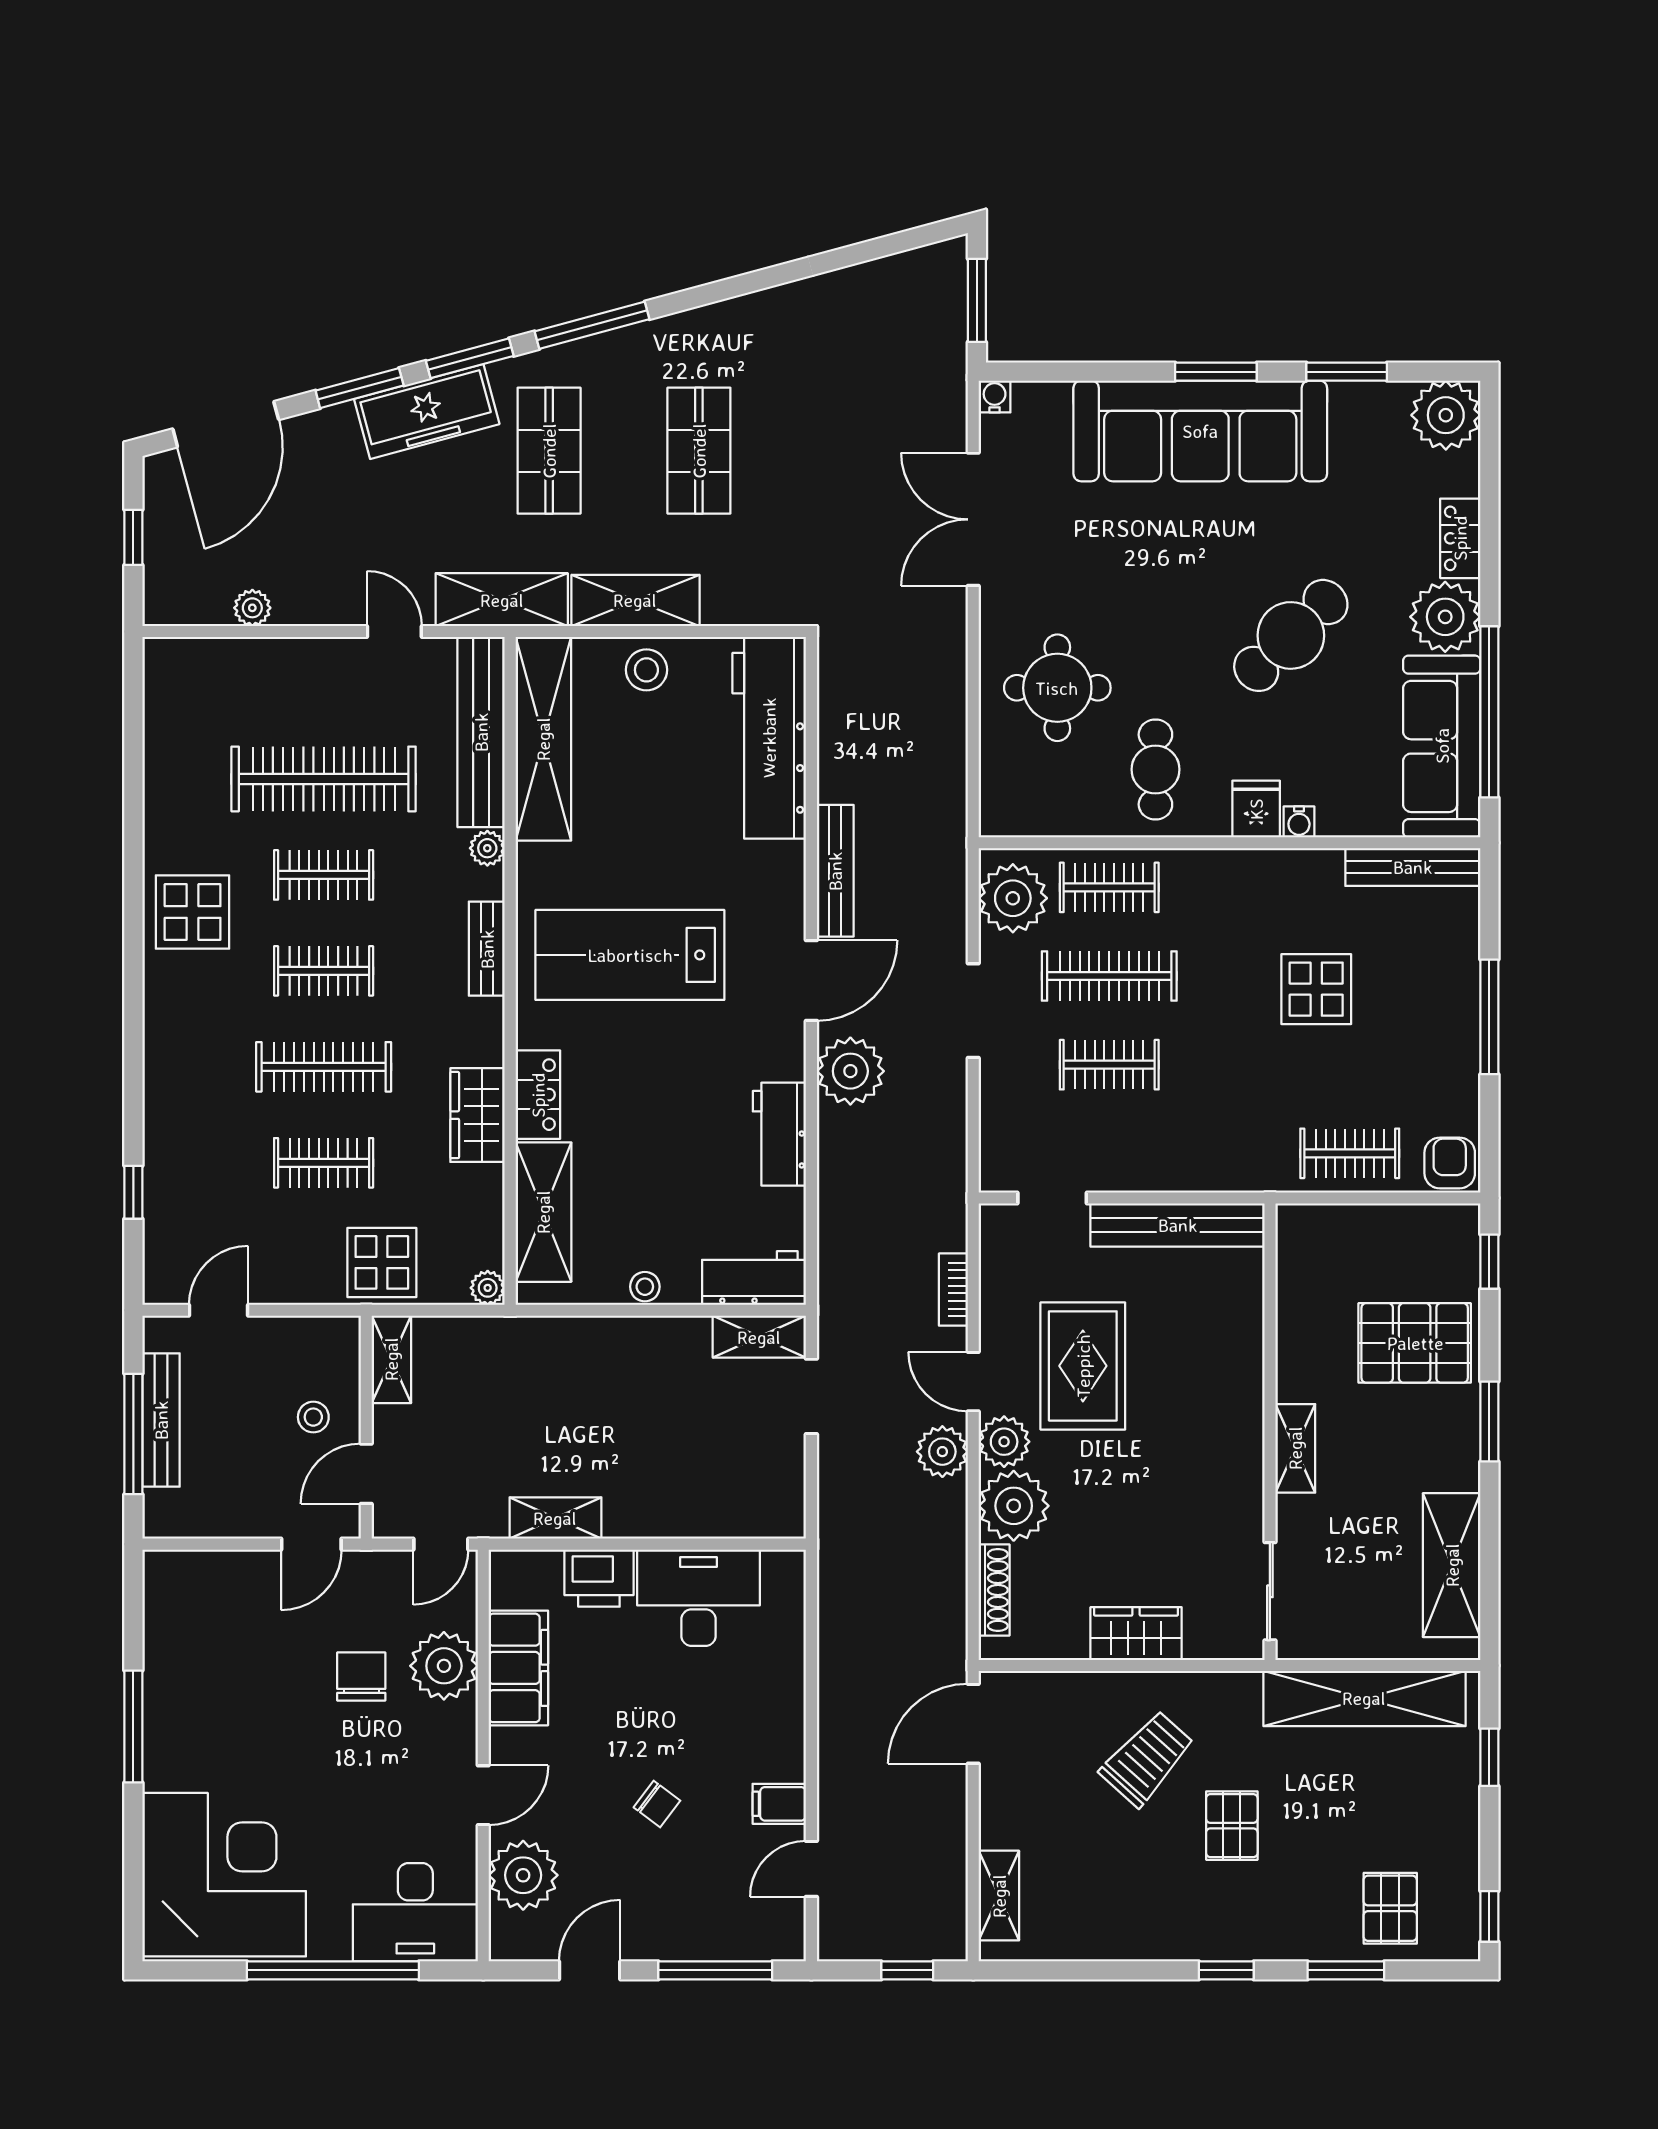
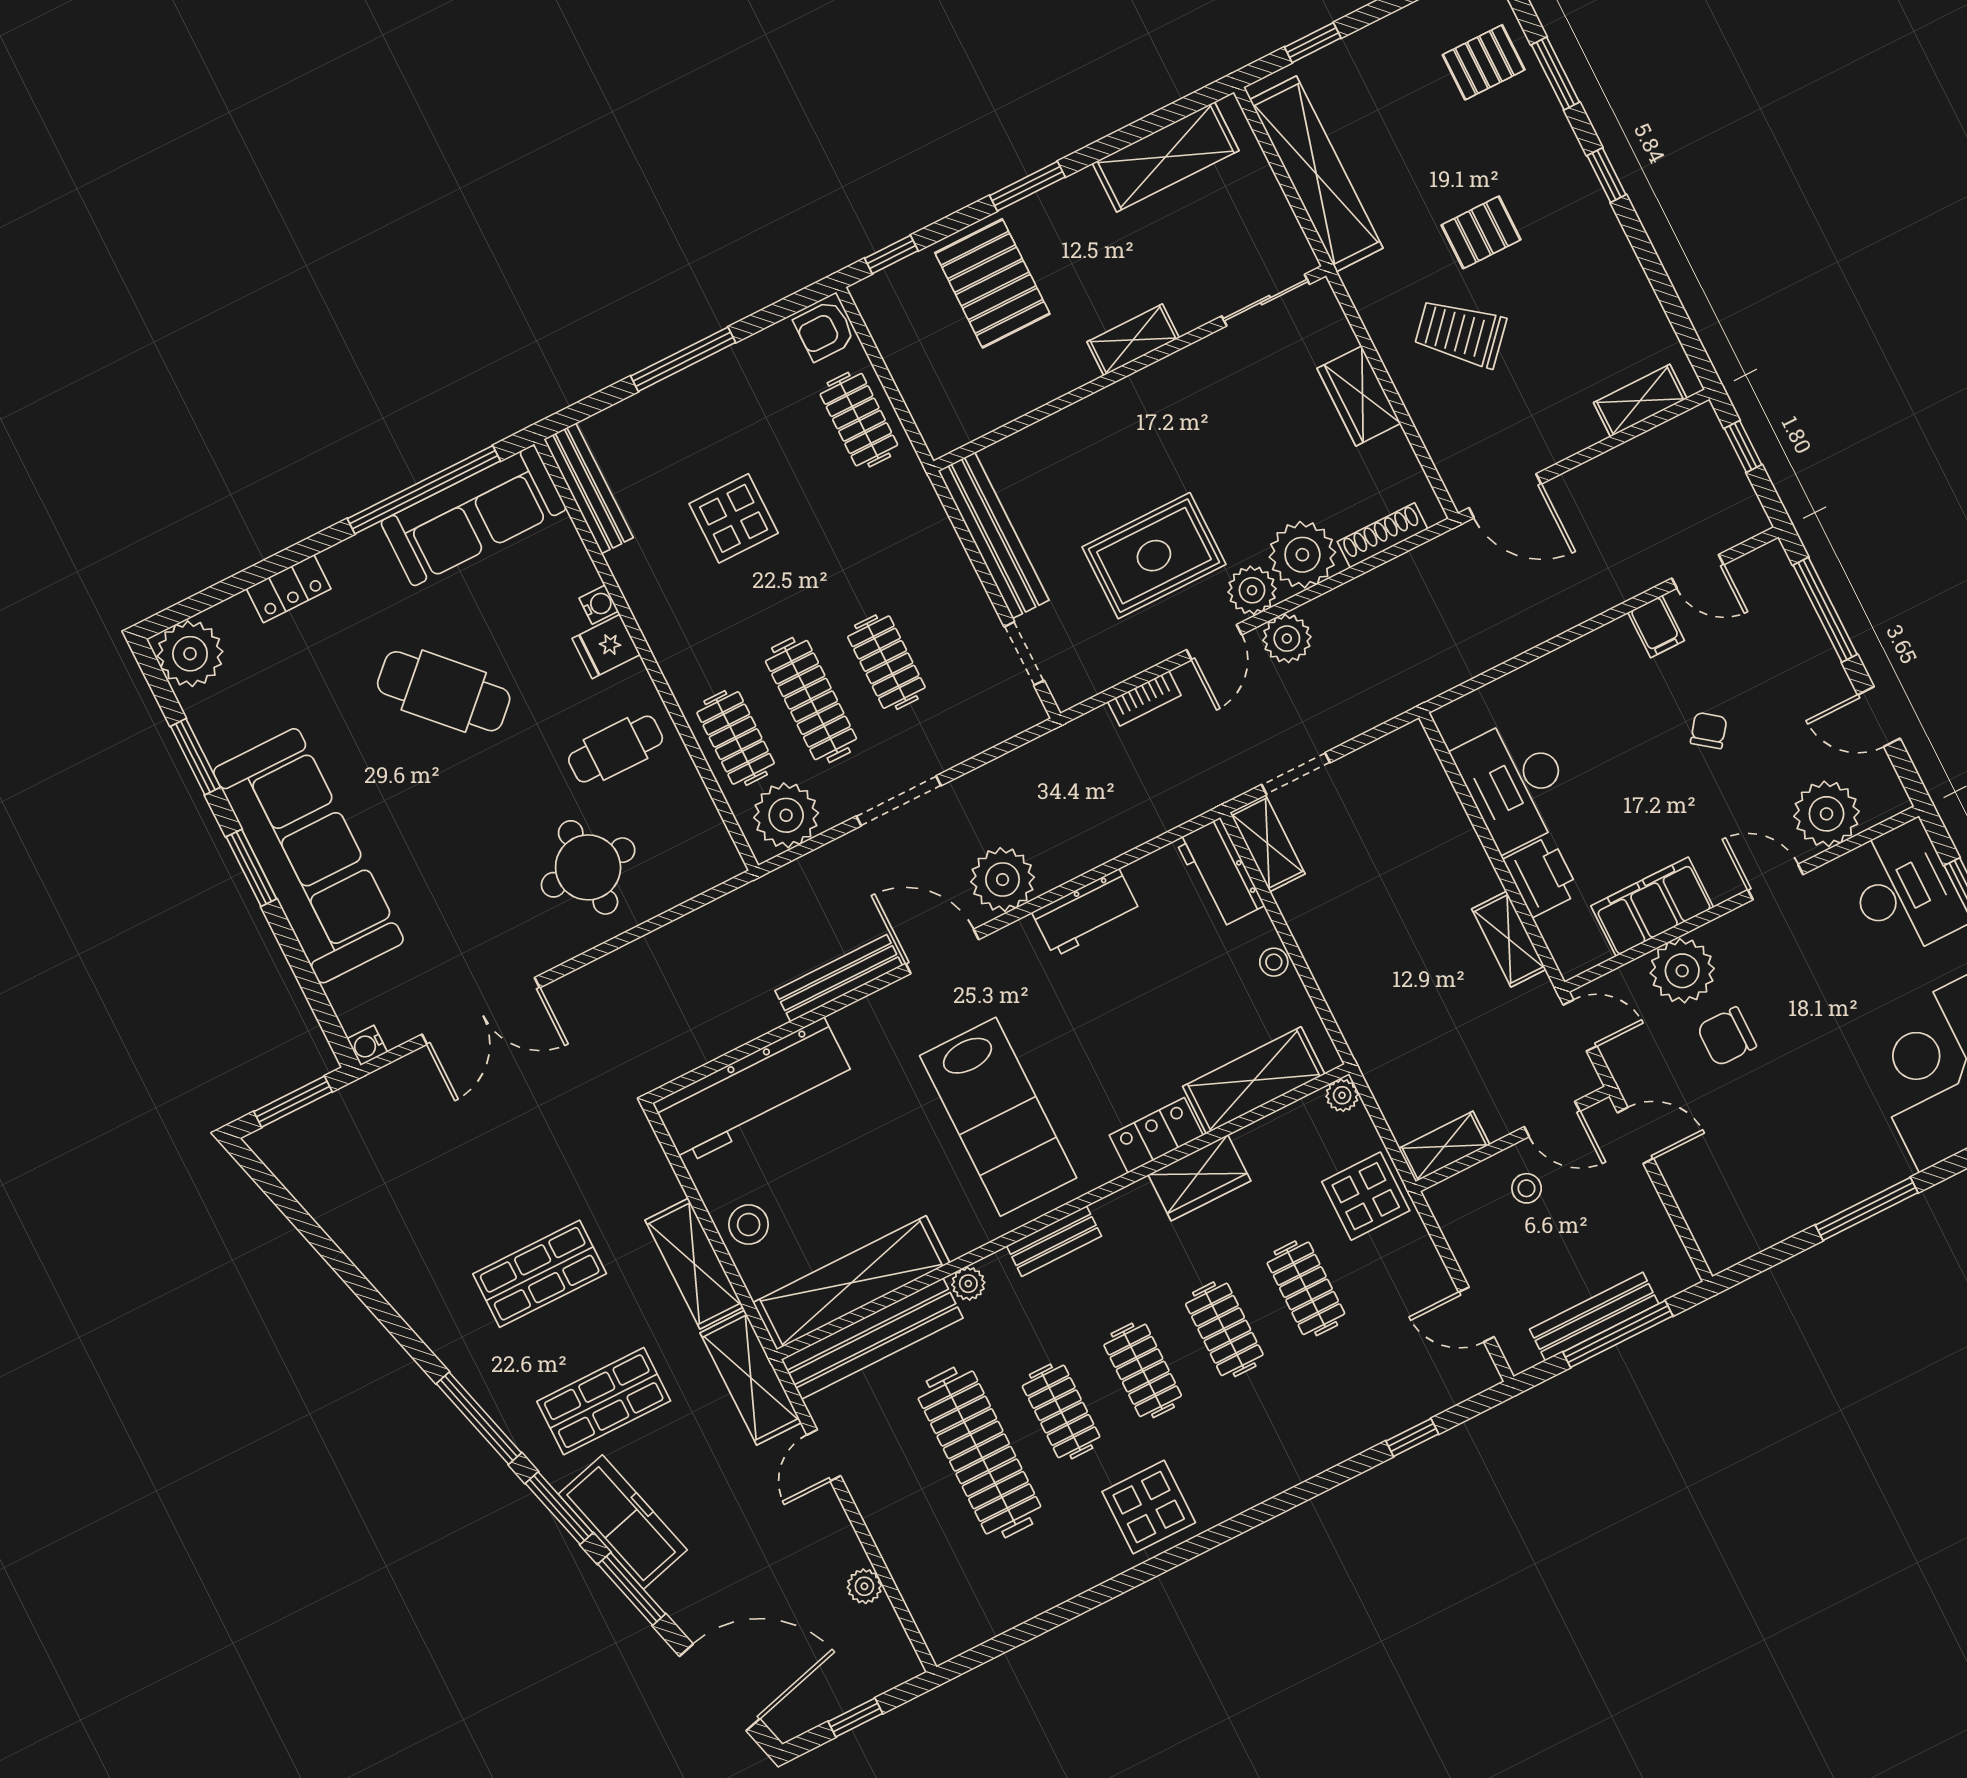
plant: (1445, 617) -> (362, 568), removed
clothes rail: (324, 1067) -> (1224, 1329), width x0.73

